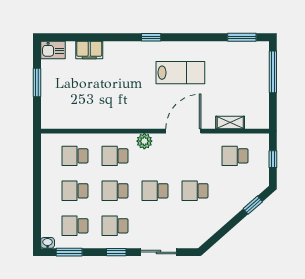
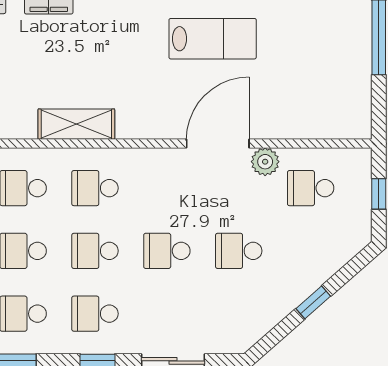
shelving: (230, 122) -> (76, 124), moved, width x1.50, depth x1.33
plant: (144, 141) -> (265, 162), moved
window: (253, 205) -> (313, 302), moved

